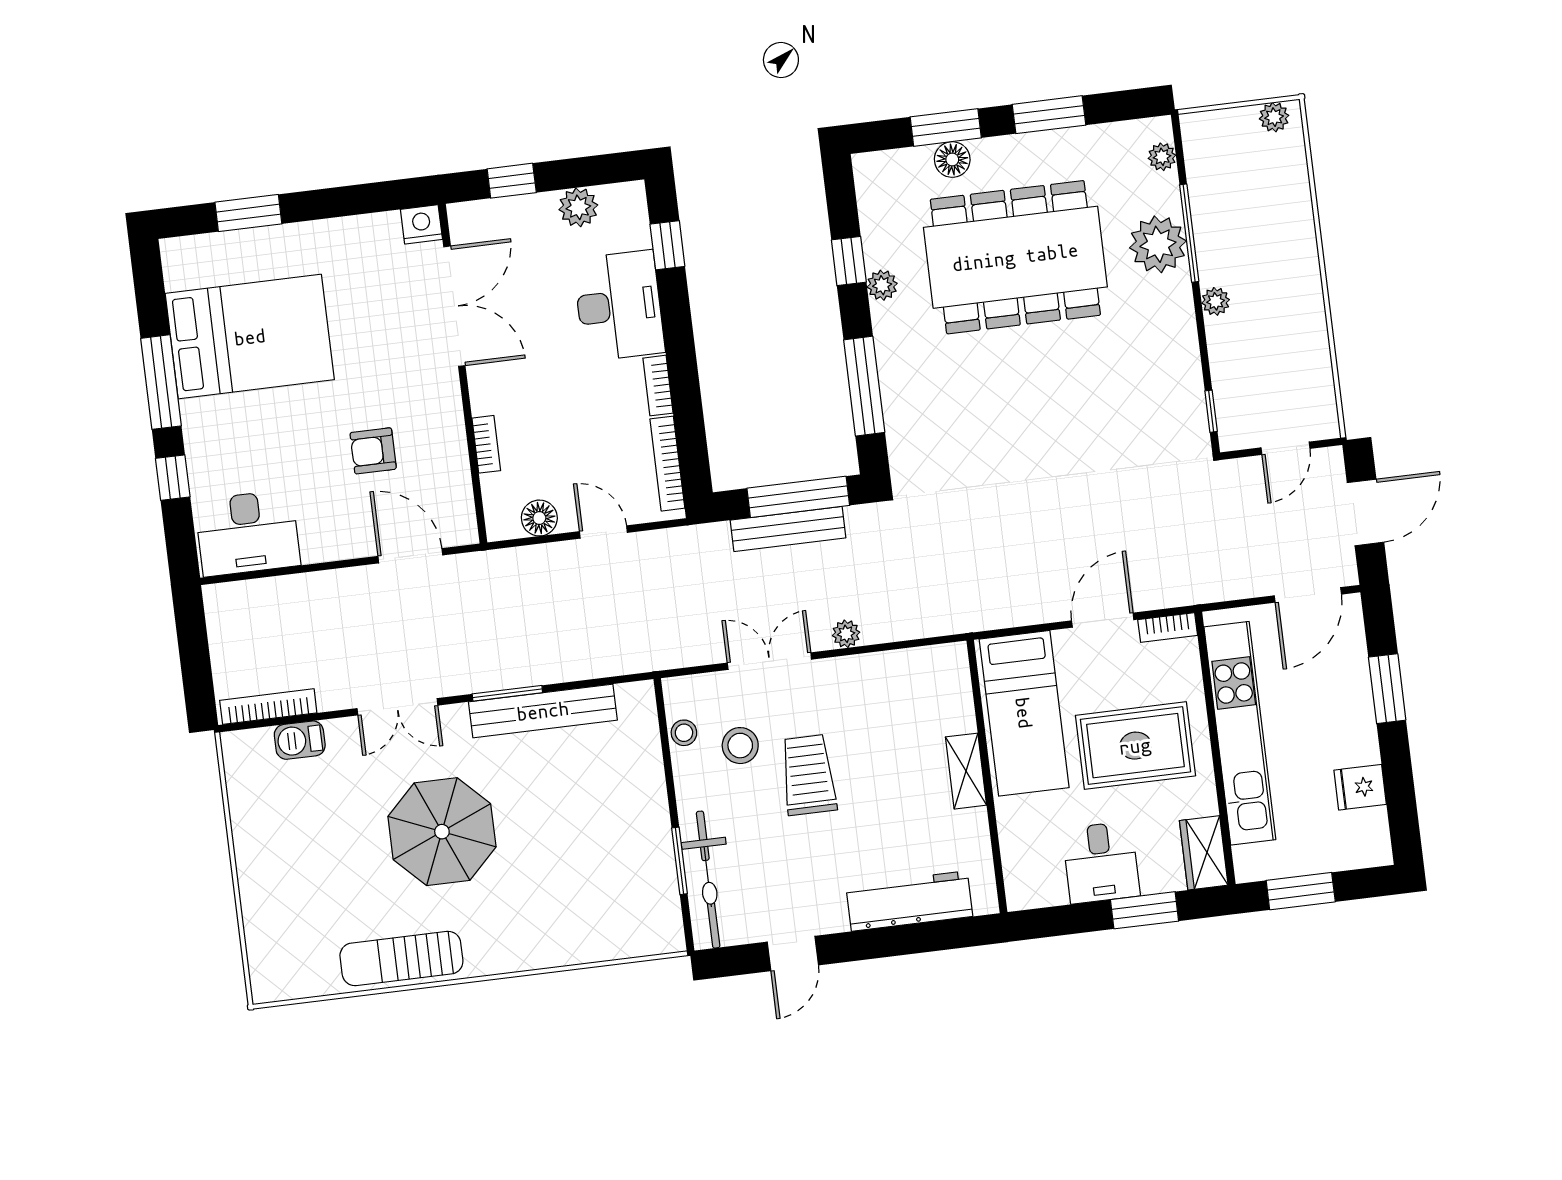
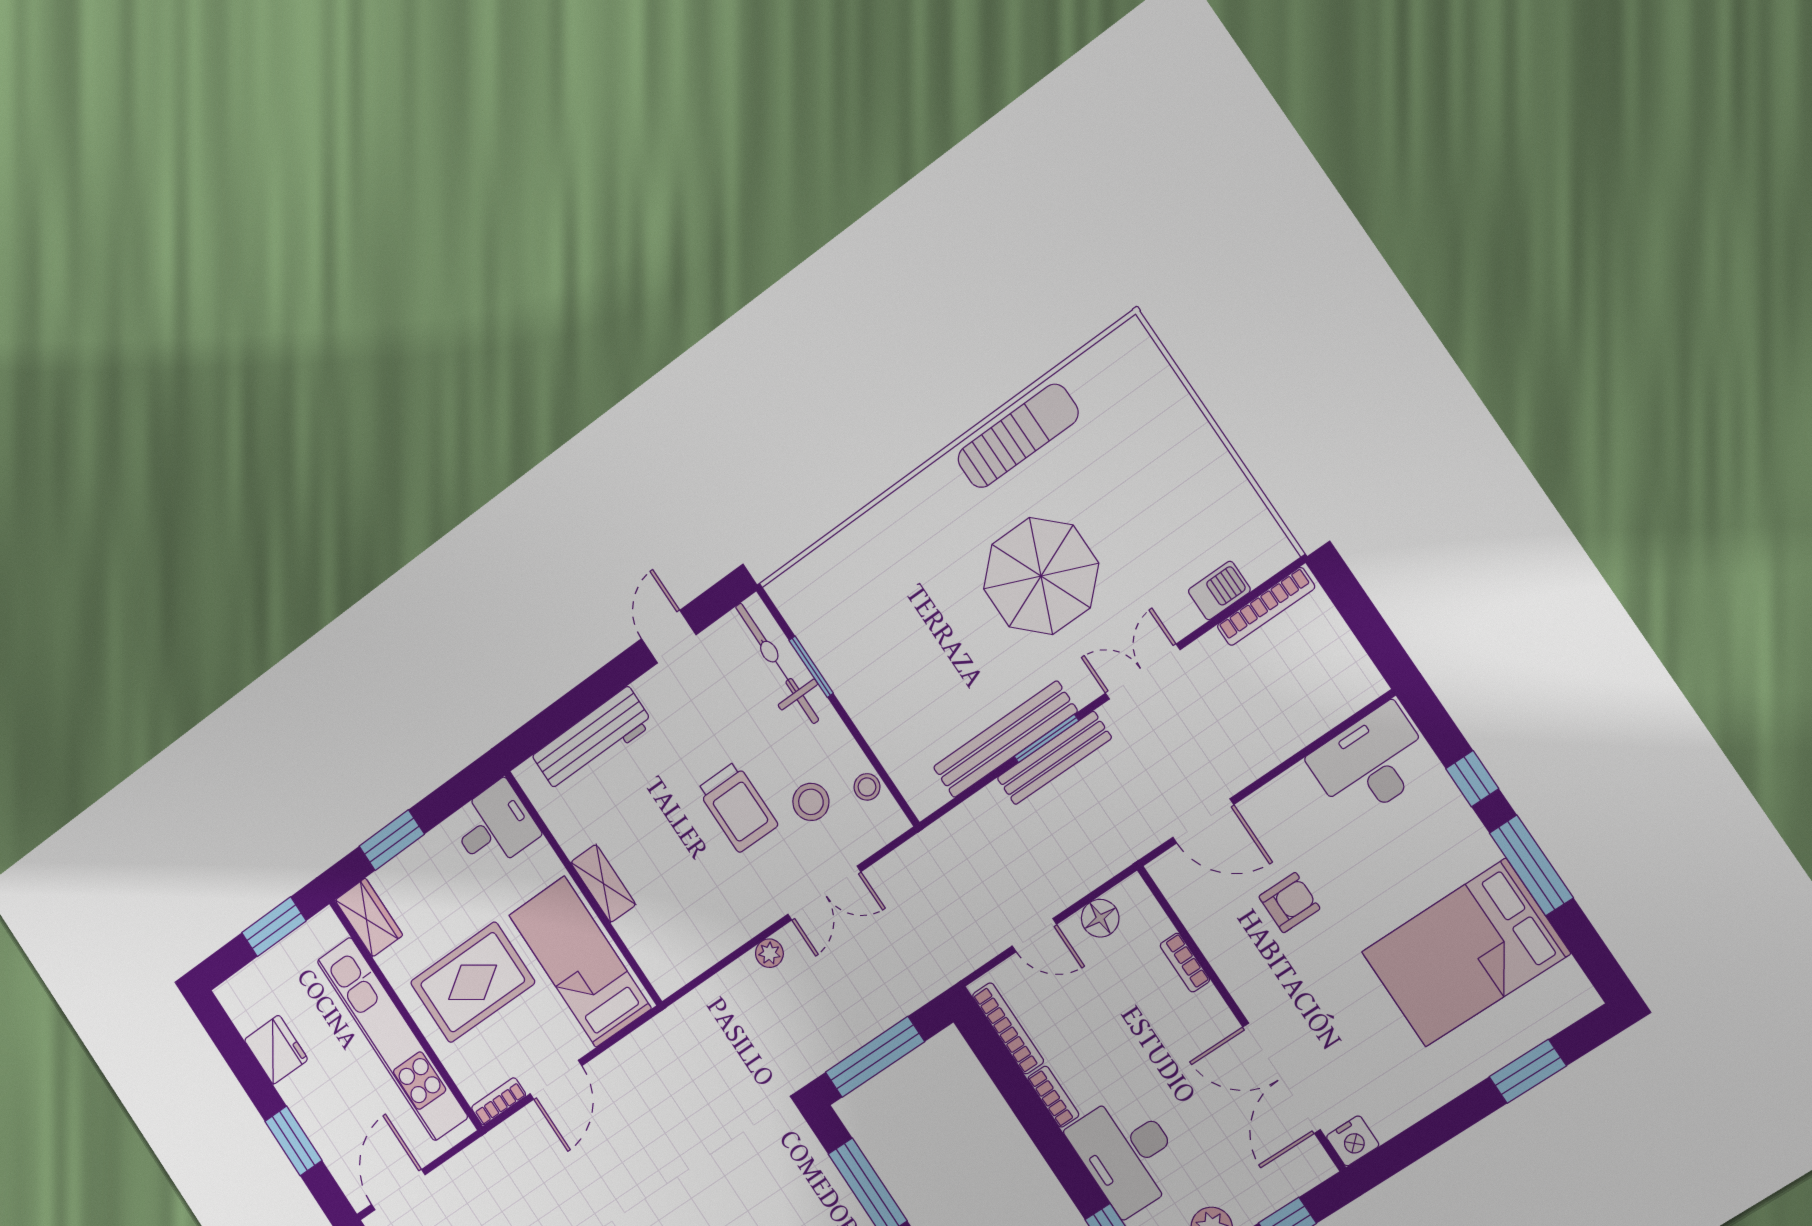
bench: (788, 529) -> (1054, 758), moved
fridge: (1360, 787) -> (276, 1050), width x1.38
desk: (1101, 862) -> (494, 826), moved, turned 90

